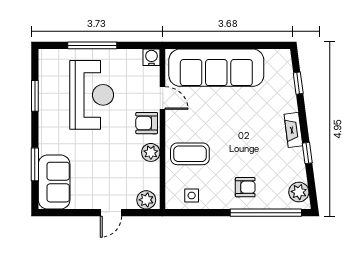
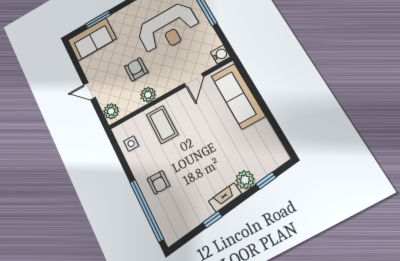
sofa: (216, 68) -> (238, 96), width x0.74, depth x0.79
armchair: (147, 123) -> (136, 69), moved
plant: (299, 192) -> (245, 180), moved

